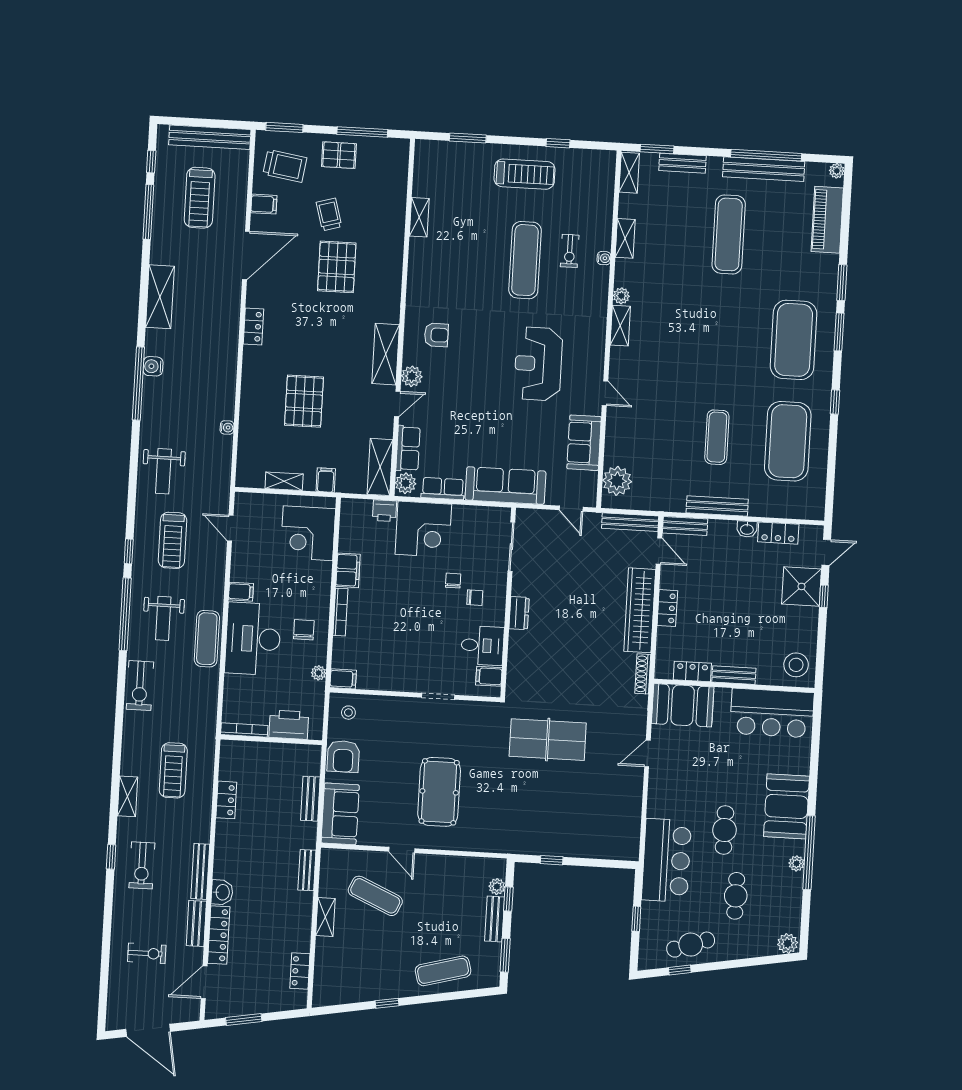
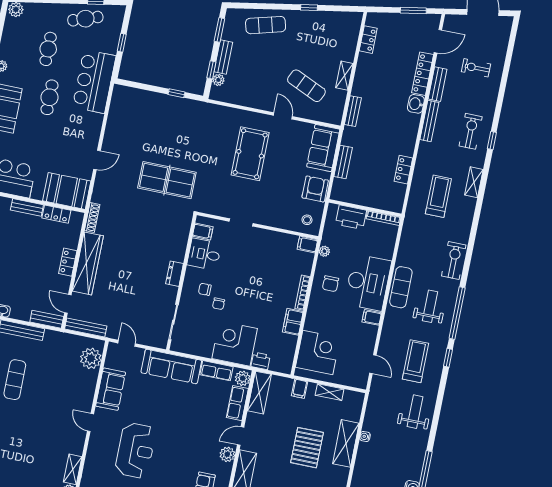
shelving: (252, 414) -> (346, 443), added

